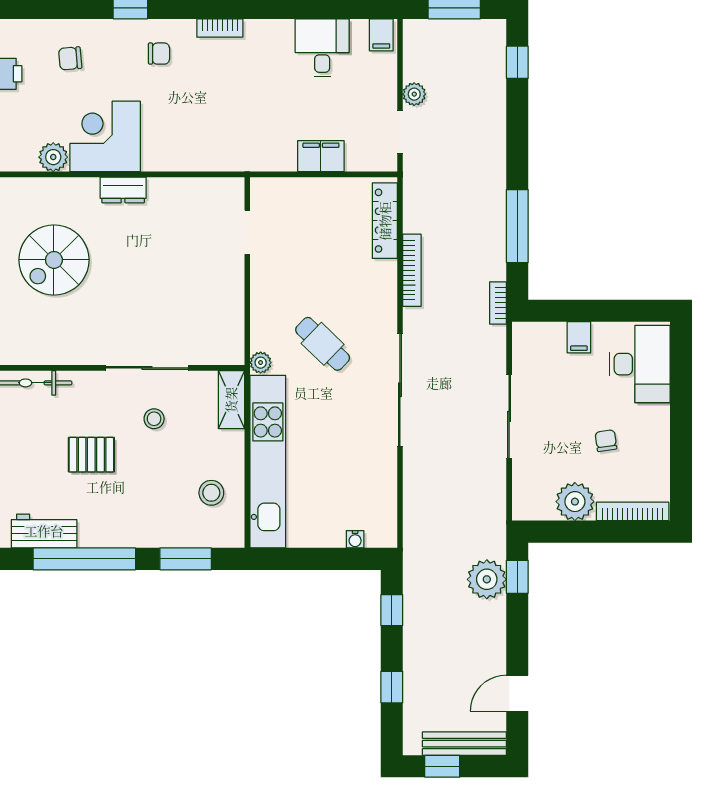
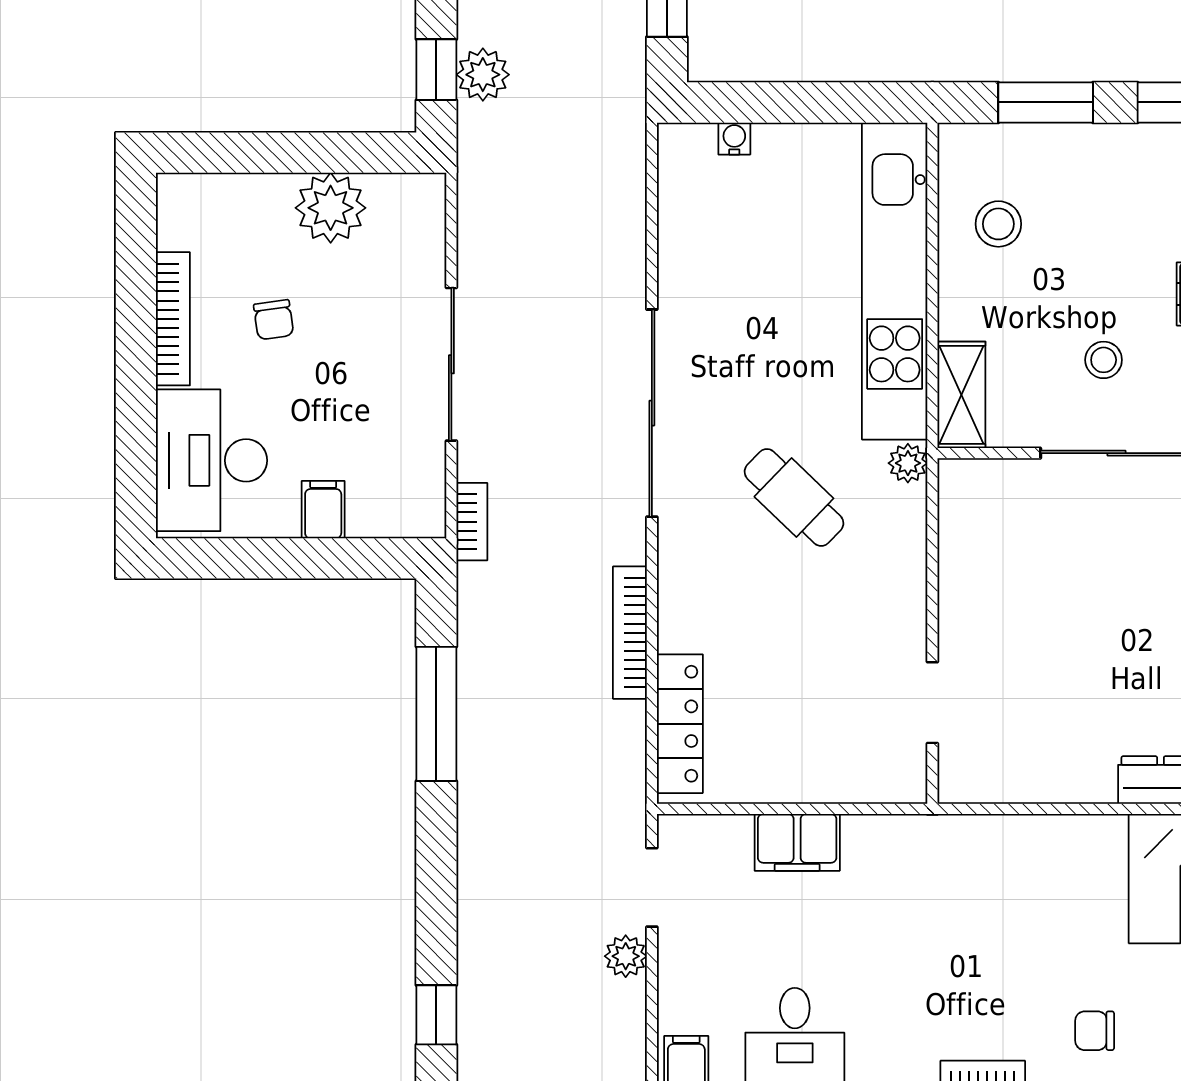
bookcase: (498, 303) -> (472, 522), moved
bookcase: (633, 511) -> (173, 319), moved, turned -90
plant: (487, 579) -> (483, 75), width x0.73, depth x0.73

